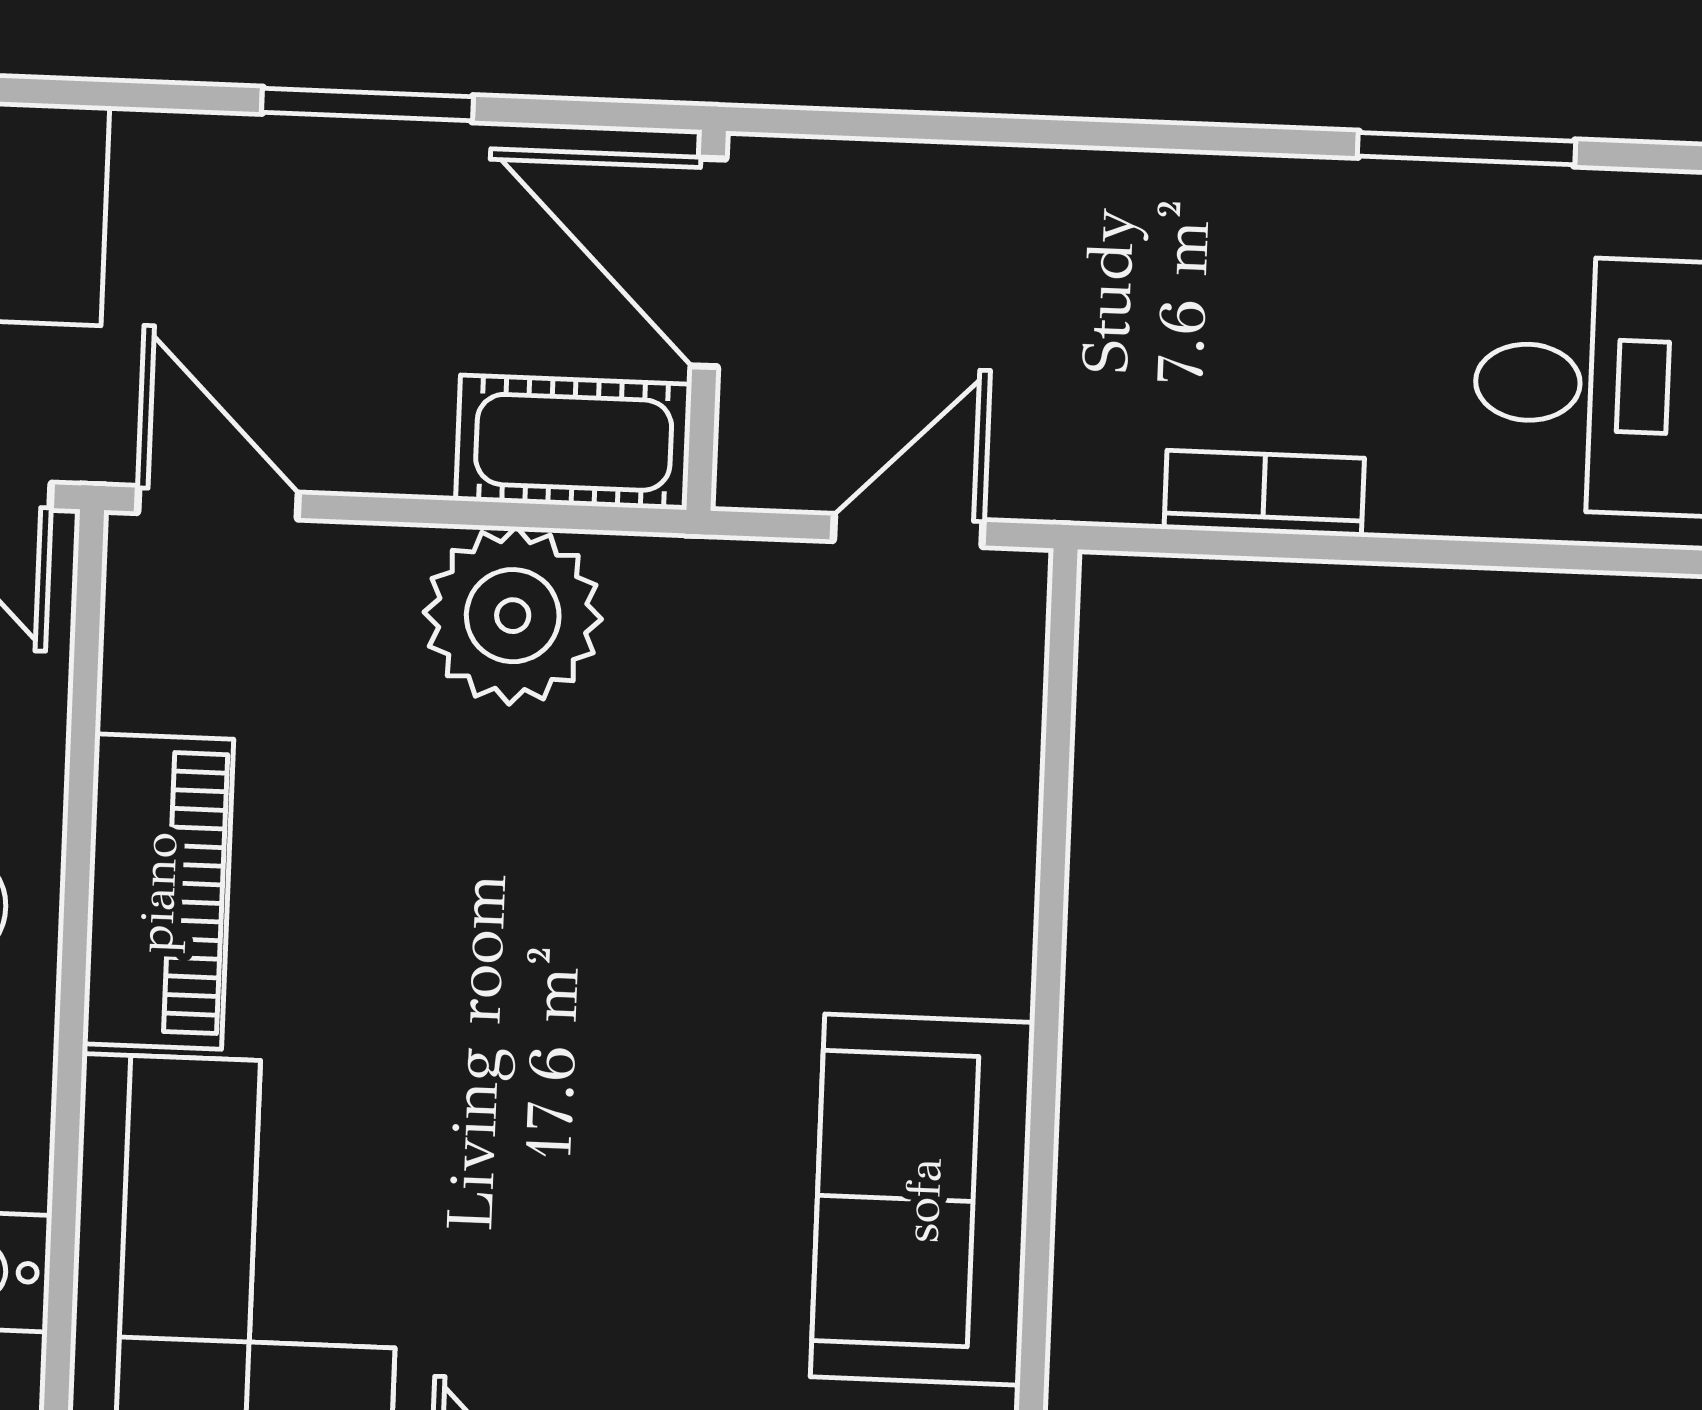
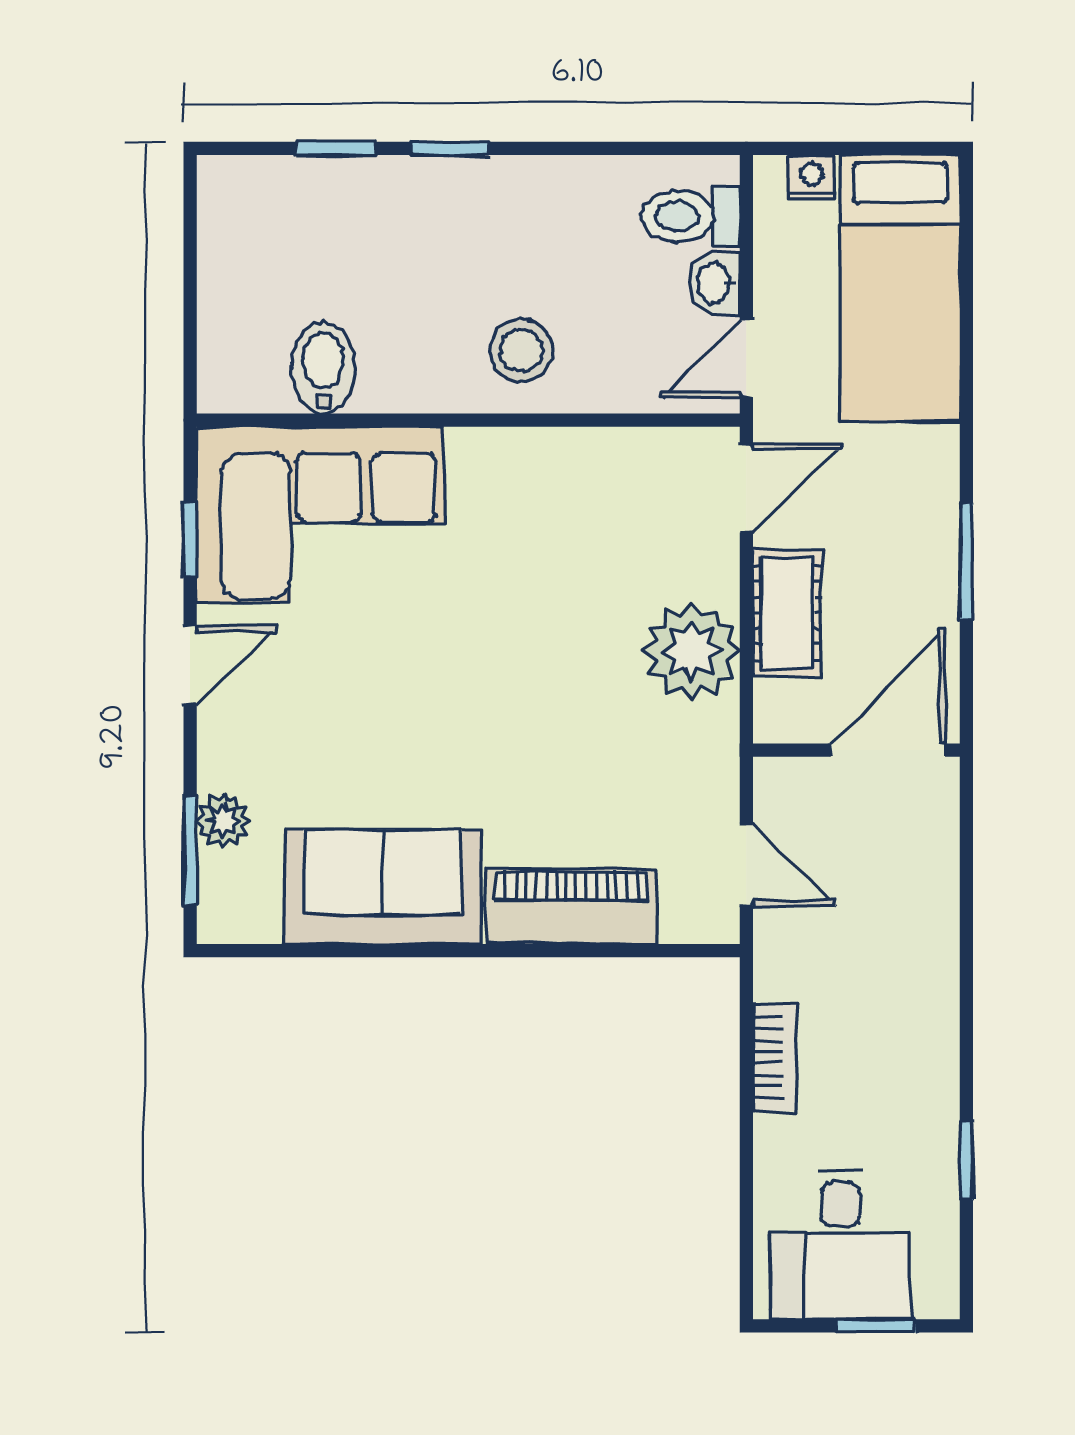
window: (1467, 149) -> (966, 1160), width x0.67
cot: (574, 442) -> (787, 613), moved
piano: (158, 892) -> (571, 906), moved, turned 180

